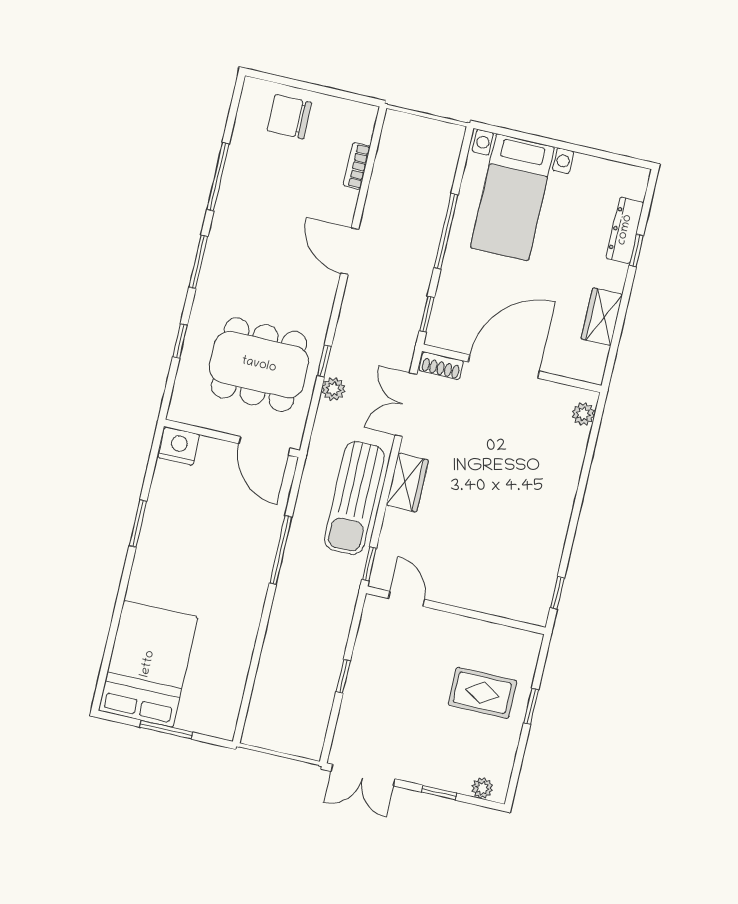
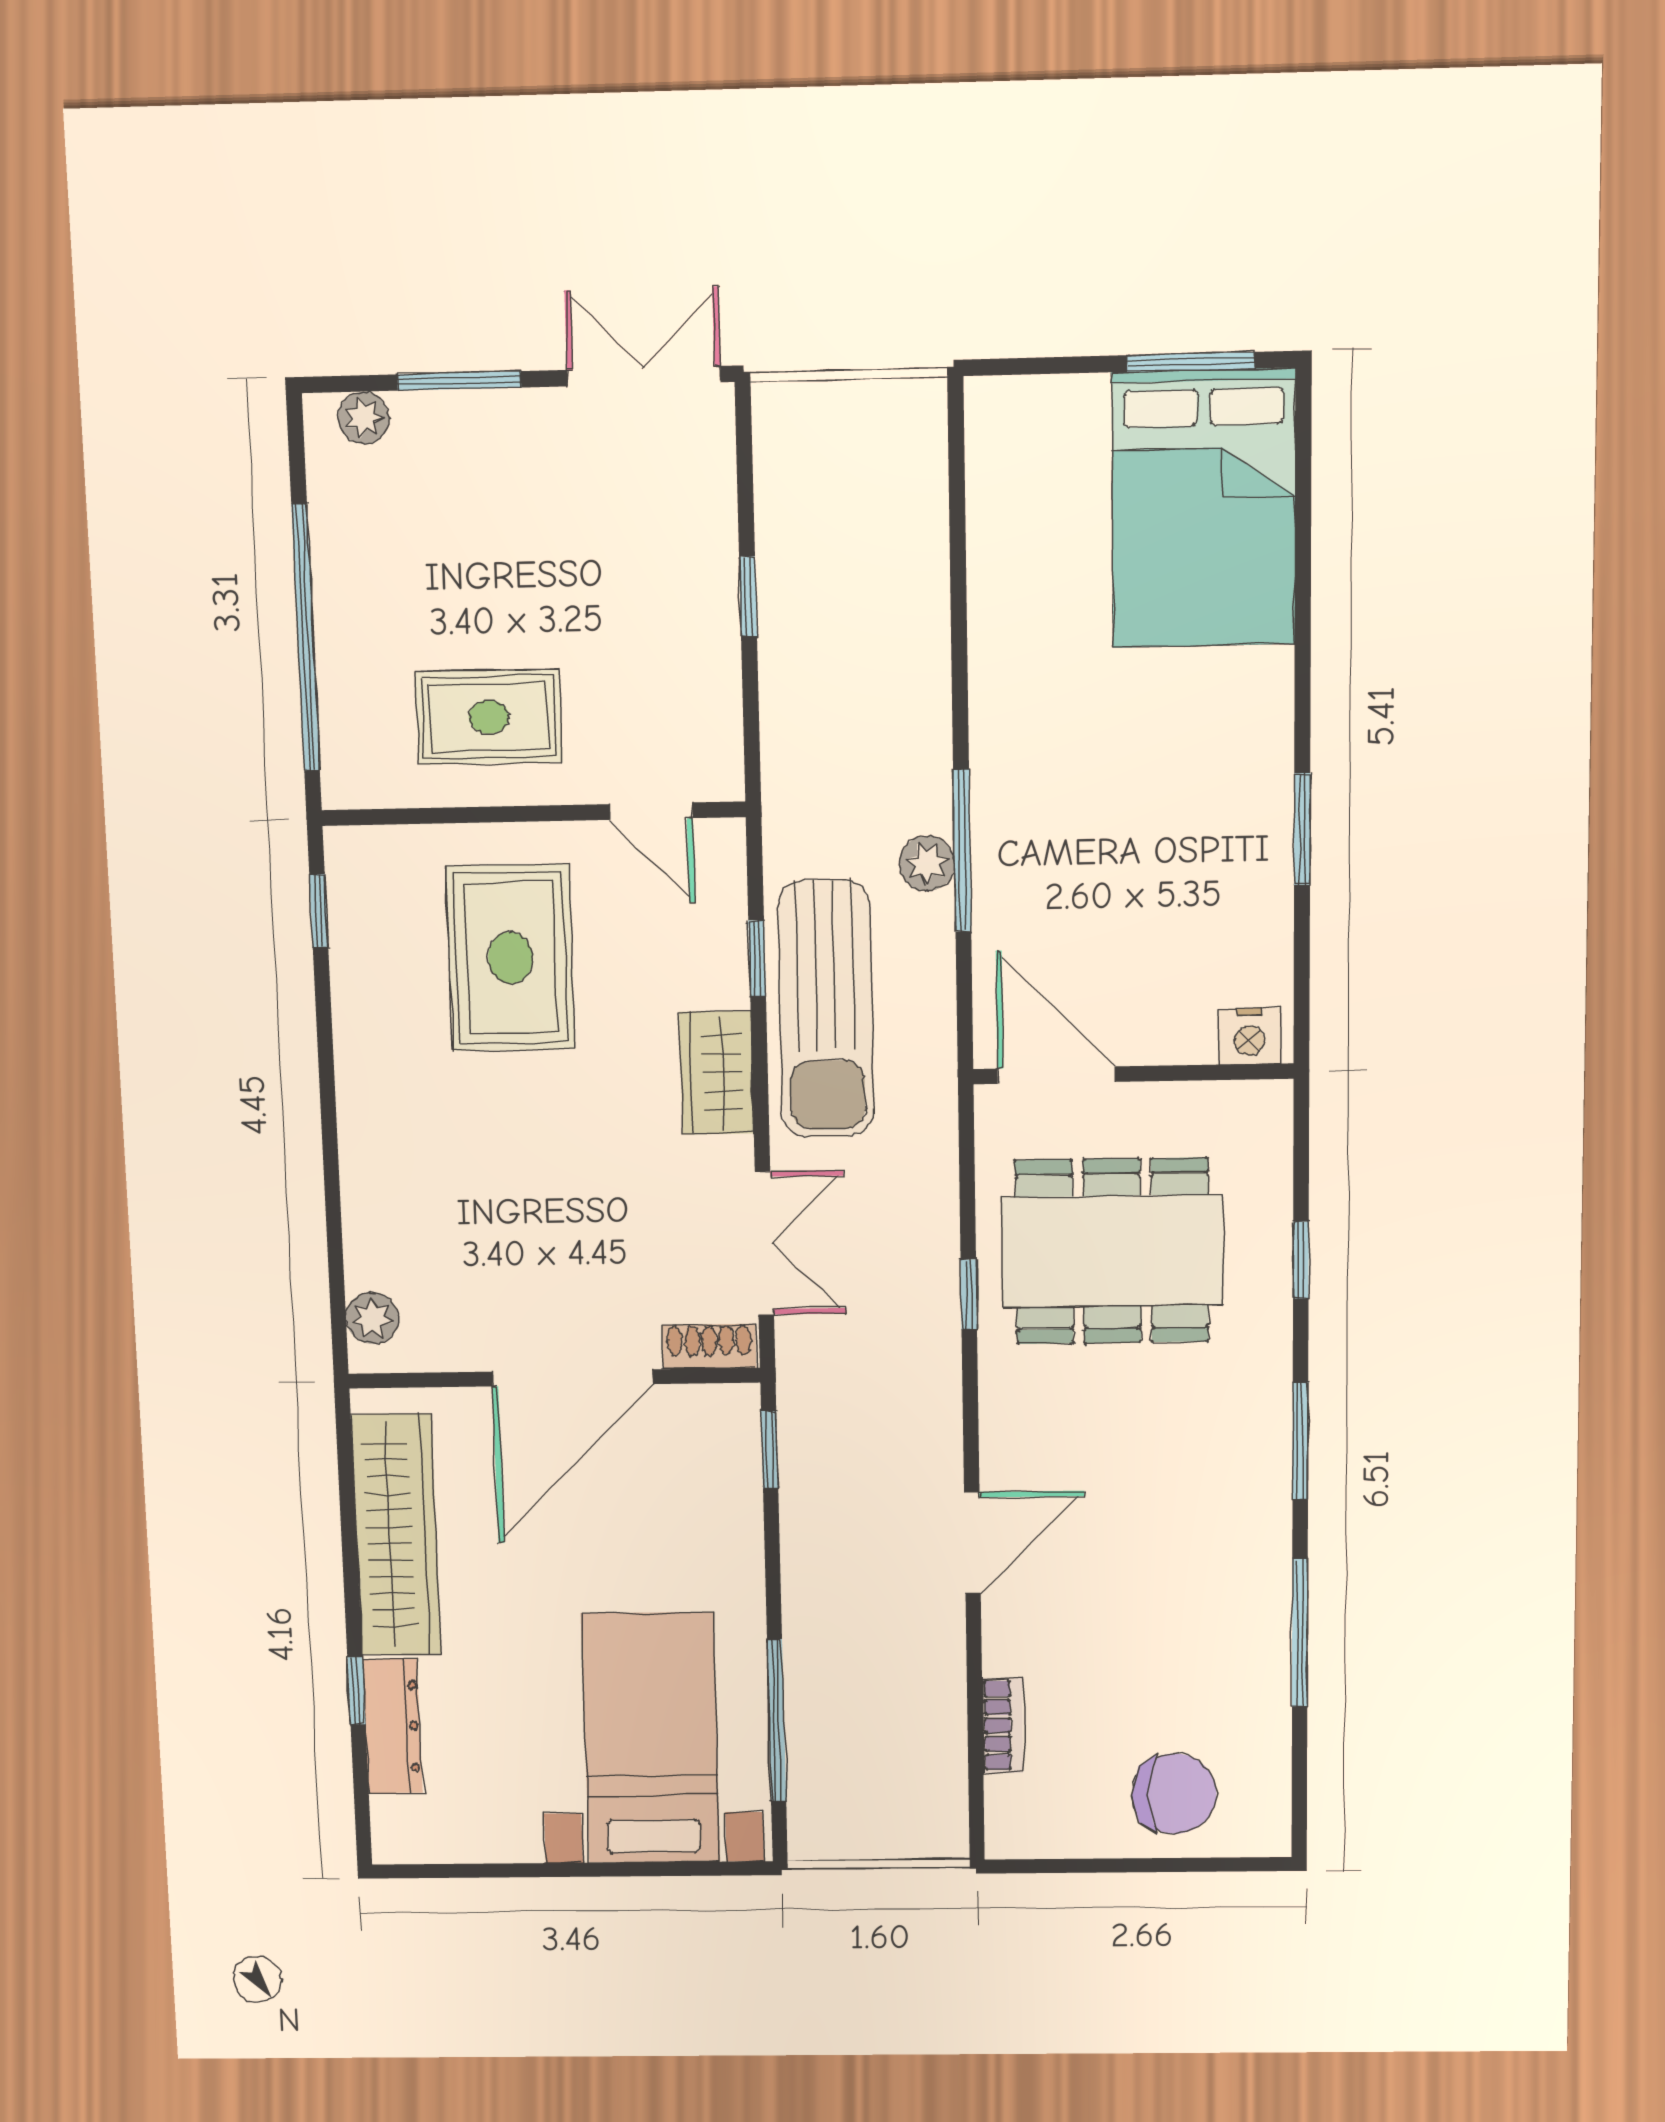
window: (446, 231) -> (777, 1720), moved
door: (350, 251) -> (972, 1543), hinge flipped
wardrobe: (602, 317) -> (396, 1535), width x2.10, depth x1.17
plant: (333, 389) -> (927, 864), moved
nightstand: (179, 446) -> (1249, 1036), width x0.74, depth x0.75
sun lounger: (354, 498) -> (826, 1009), turned 180
rug: (482, 553) -> (510, 958), added
window: (369, 564) -> (757, 959), moved
rug: (482, 693) -> (489, 717), moved
window: (531, 706) -> (306, 638), width x3.17
window: (166, 730) -> (1191, 362), moved
window: (439, 793) -> (459, 381), width x1.50

